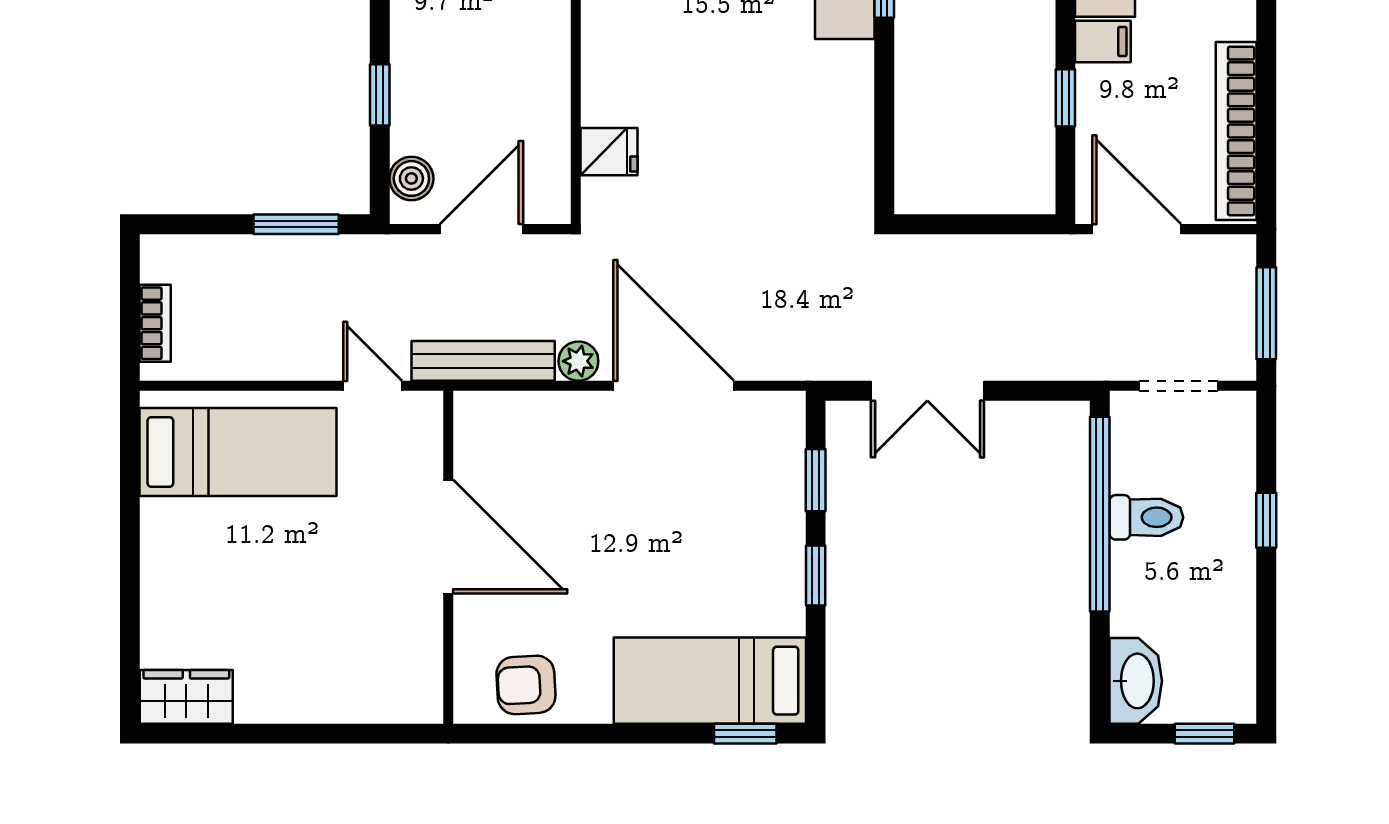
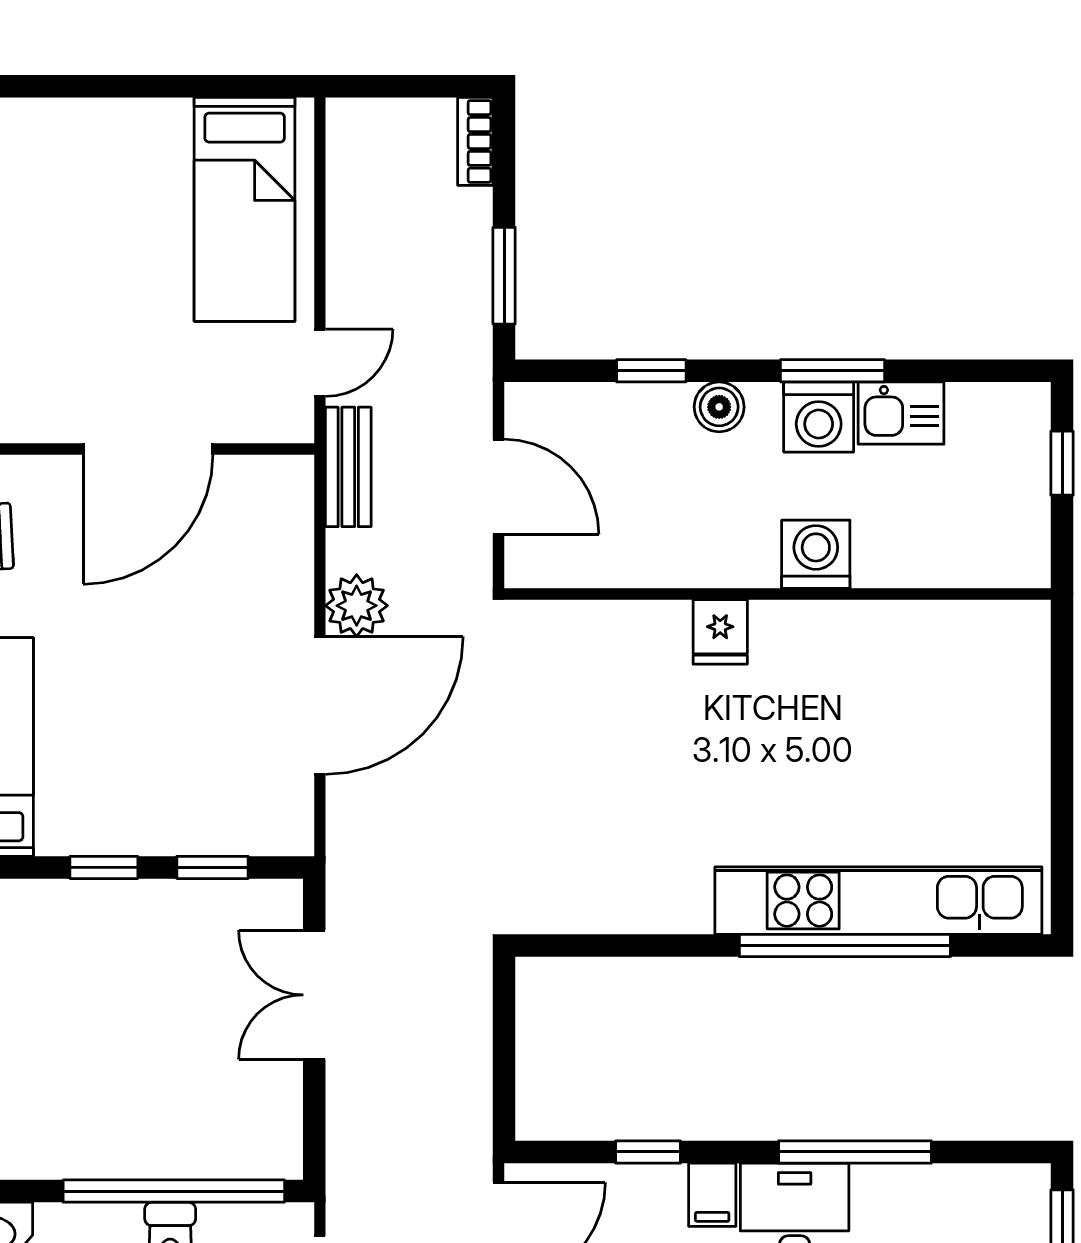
fridge: (609, 152) -> (720, 632), moved
boiler: (411, 178) -> (719, 407), moved
bookcase: (155, 323) -> (475, 141), moved, turned 90
bench: (483, 361) -> (348, 467), width x0.73
plant: (578, 361) -> (357, 606), width x1.38, depth x1.38

